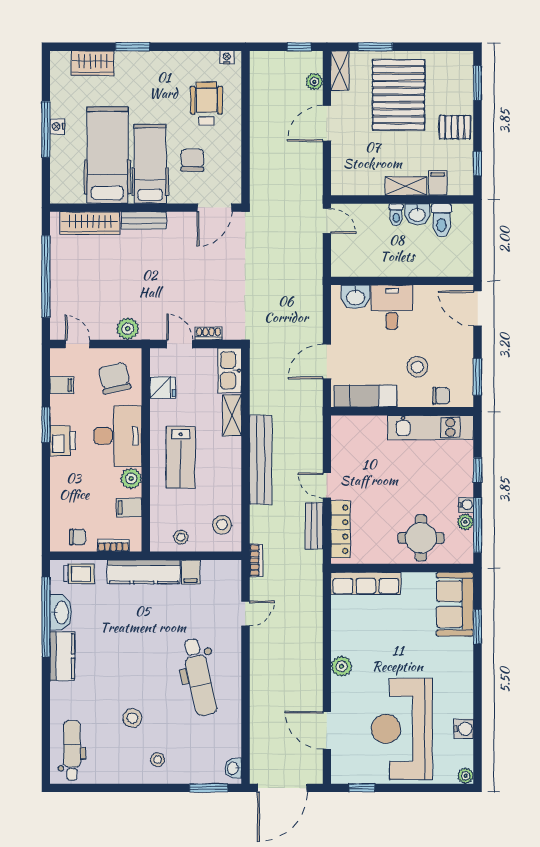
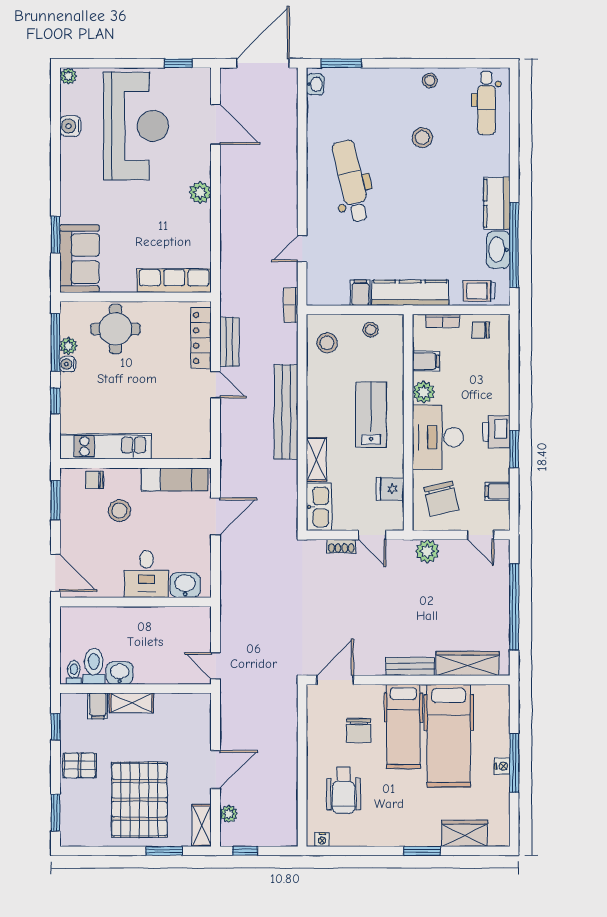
toilet: (396, 215) -> (74, 672), moved
stool: (158, 760) -> (430, 81), moved

